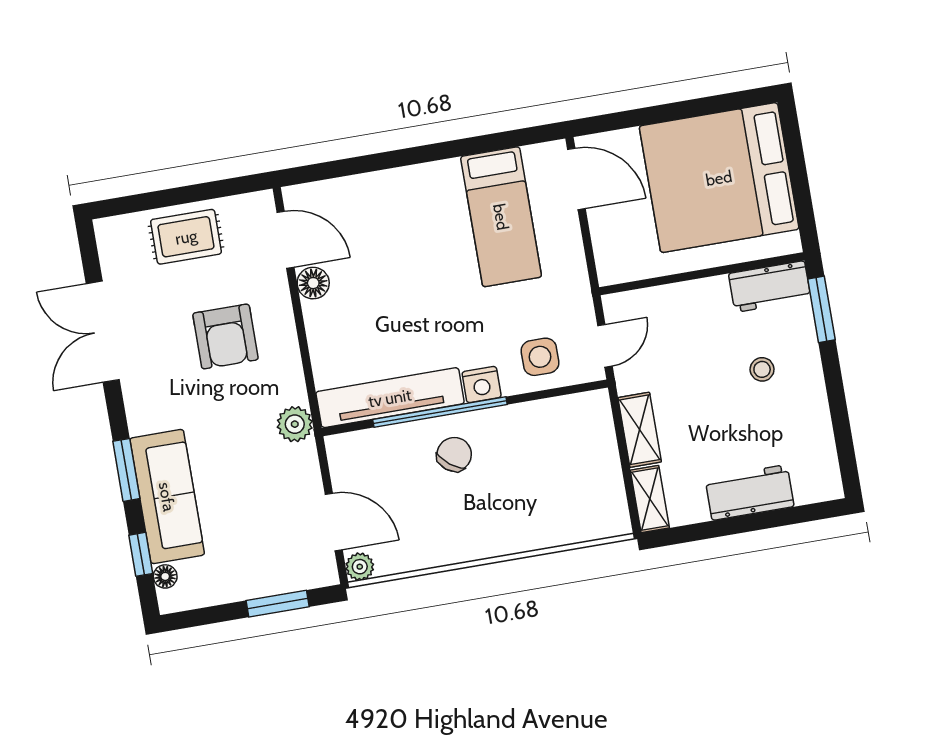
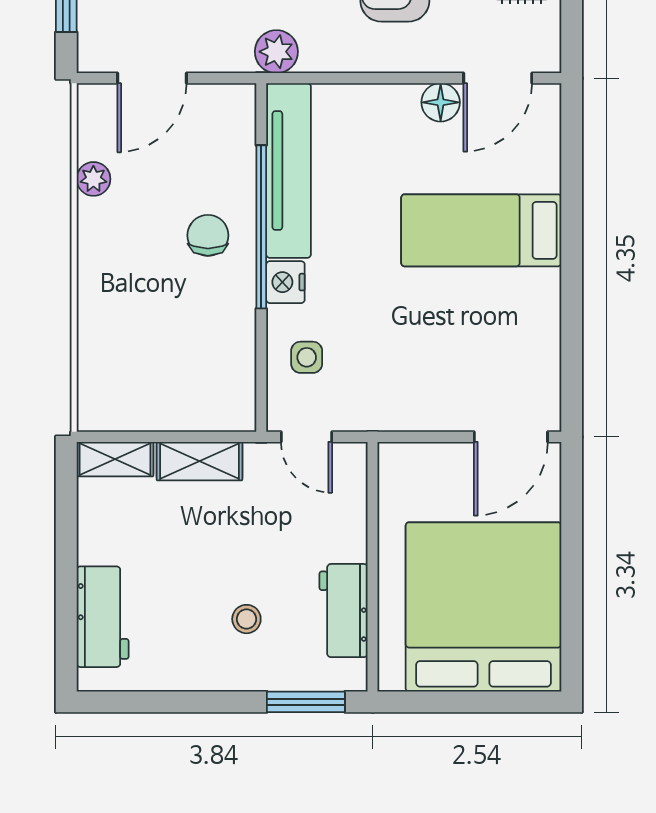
bed: (501, 217) -> (481, 230), moved
workbench: (770, 287) -> (344, 611), moved
side table: (540, 357) -> (307, 357), width x0.73, depth x0.73
chair: (454, 454) -> (208, 235), turned -128
workbench: (750, 492) -> (103, 617), moved
plant: (360, 567) -> (93, 179), moved

